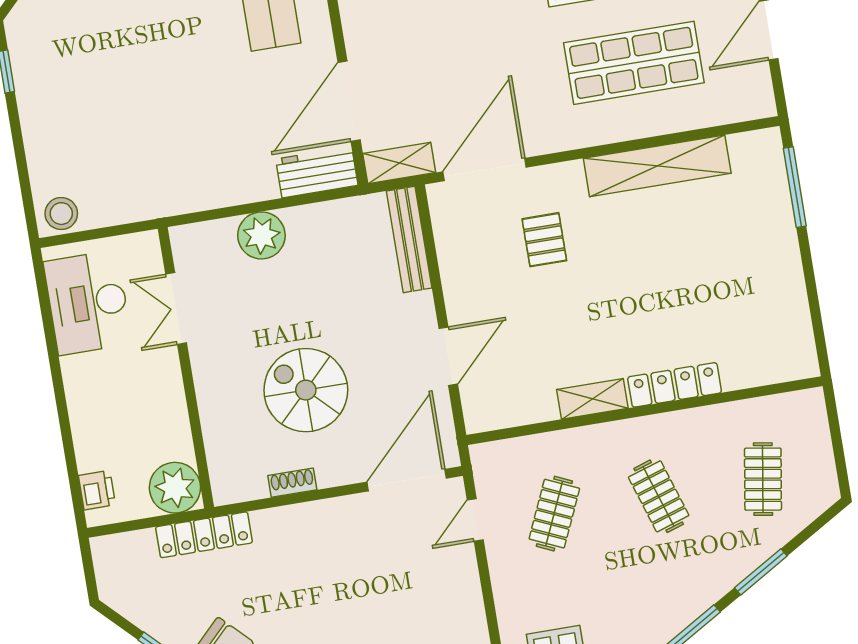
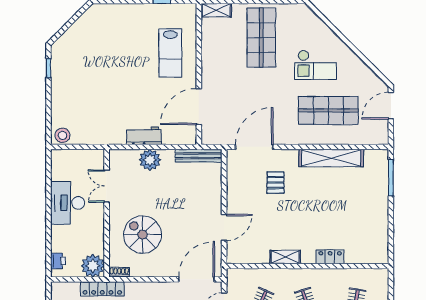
shelving: (399, 163) -> (217, 138), removed
workbench: (317, 172) -> (144, 136), moved
bench: (409, 239) -> (199, 156), moved, turned 90
desk: (88, 303) -> (68, 203), moved
locker: (675, 385) -> (330, 257), width x0.66
spiral stairs: (306, 390) -> (143, 235), moved
shoe rack: (292, 483) -> (119, 272), moved

